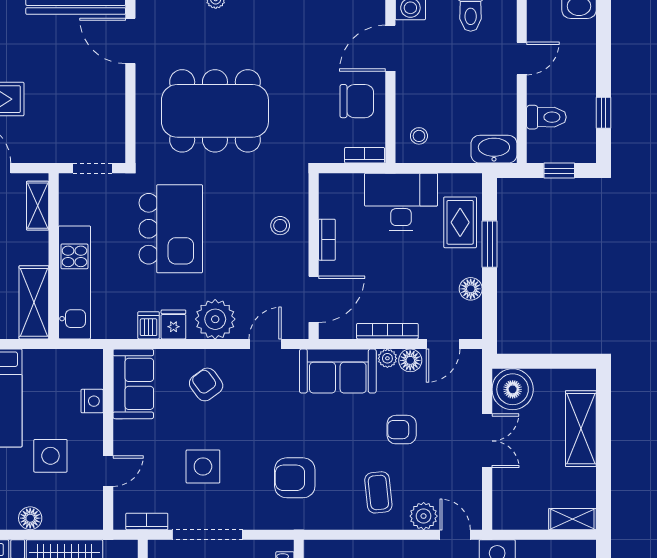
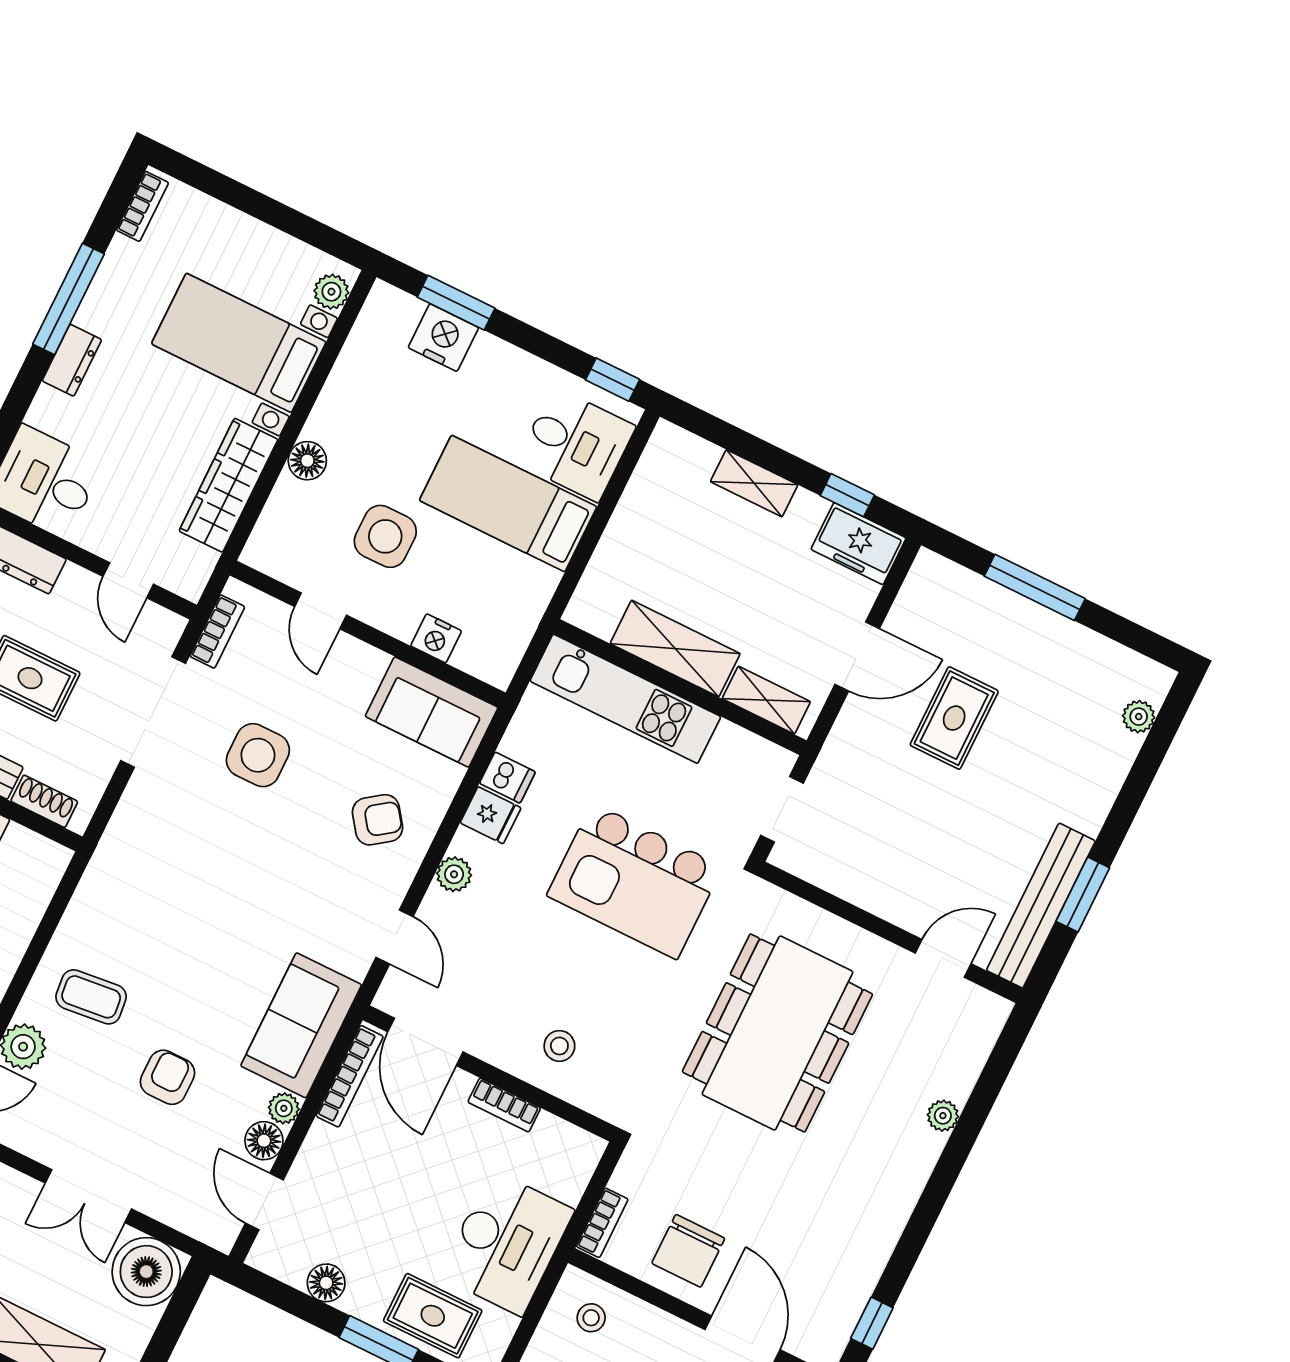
door: (130, 41) -> (943, 958), width x0.73
shelving: (34, 302) -> (675, 649), moved
plant: (215, 319) -> (454, 874), width x0.53, depth x0.53
bookcase: (387, 331) -> (350, 1076), moved
armchair: (295, 478) -> (174, 883), removed

